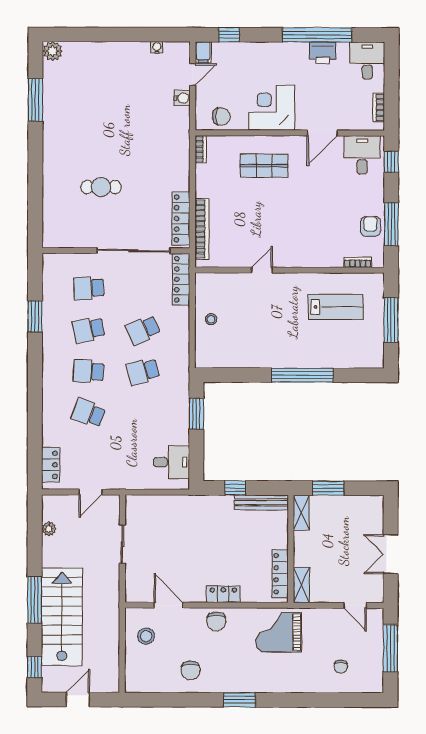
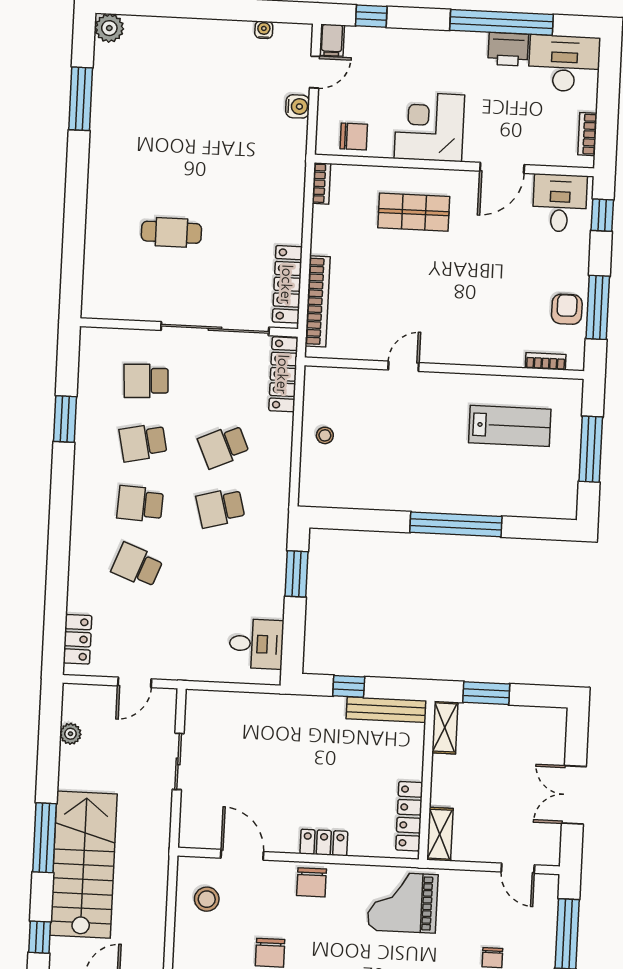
desk: (367, 61) -> (564, 63), width x1.37

